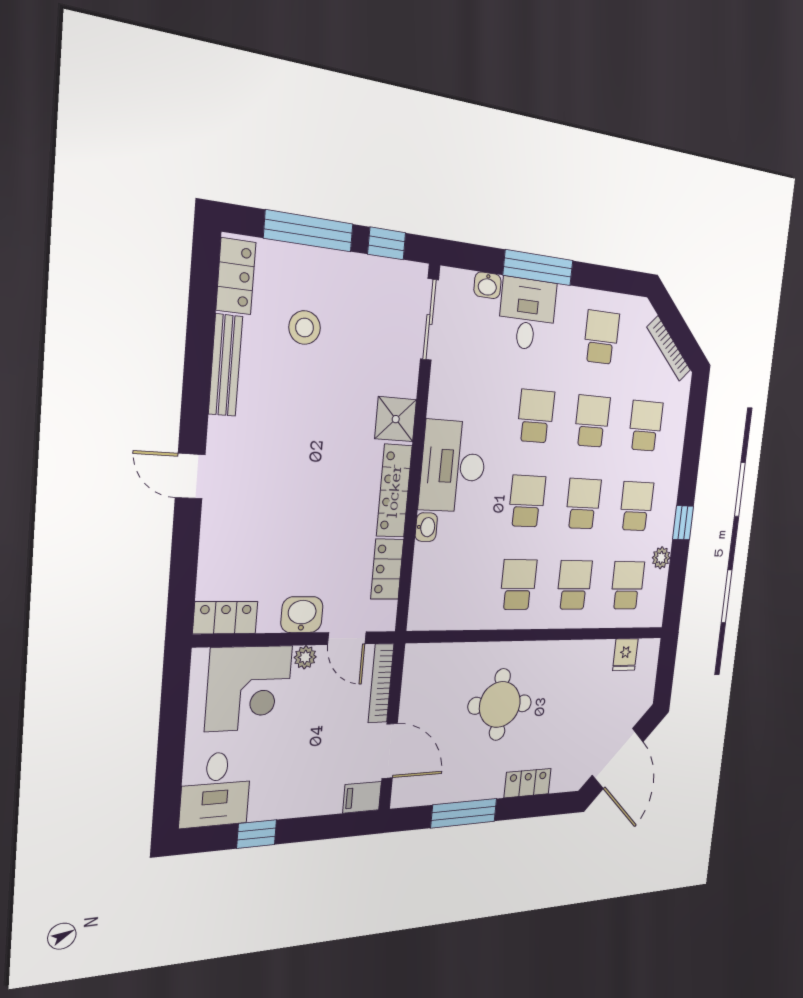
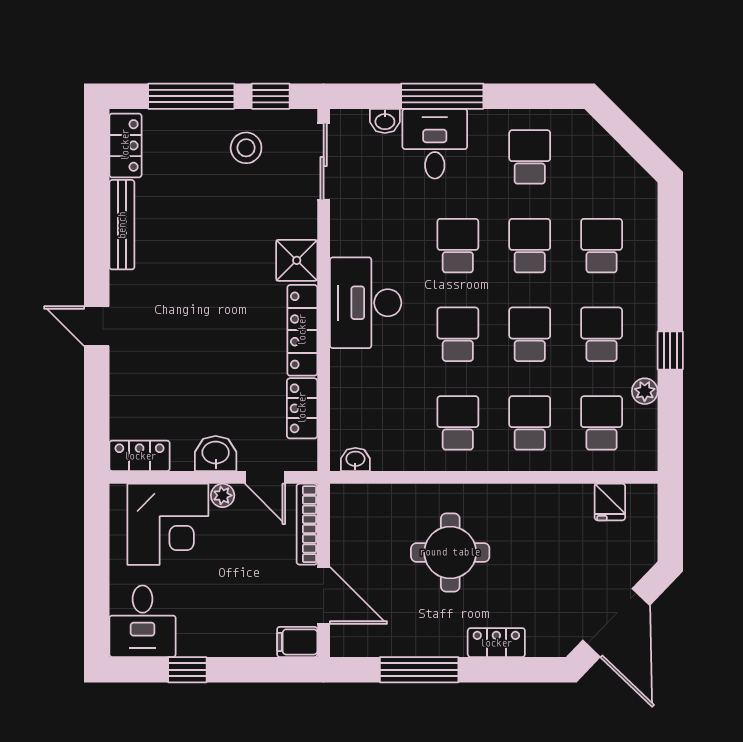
stool: (305, 328) -> (246, 148), moved
bookcase: (669, 349) -> (621, 160), removed
washbasin: (426, 527) -> (355, 459), moved, turned -90

